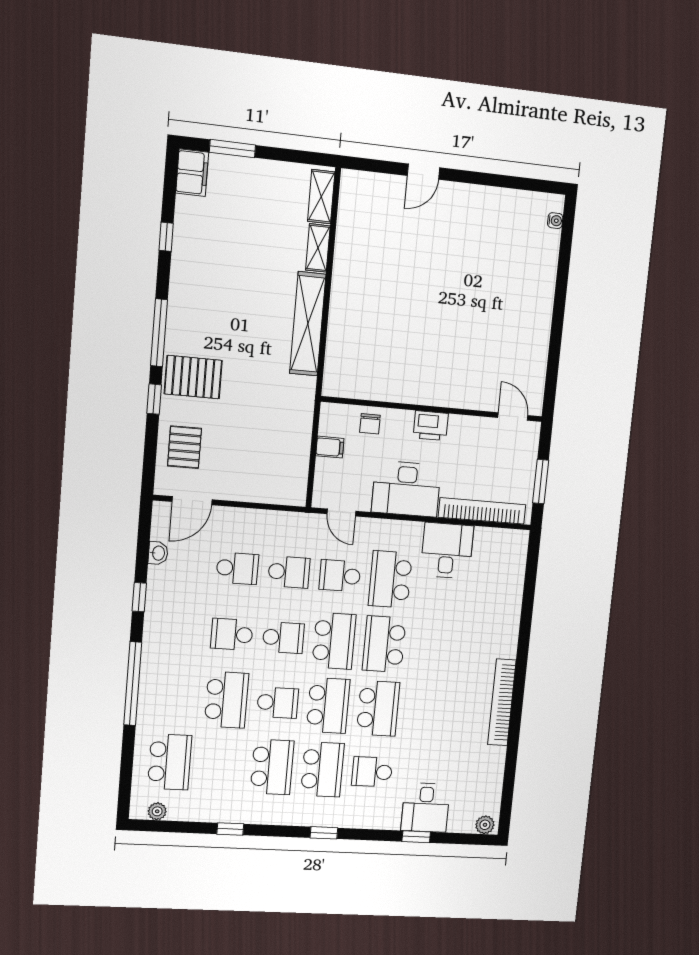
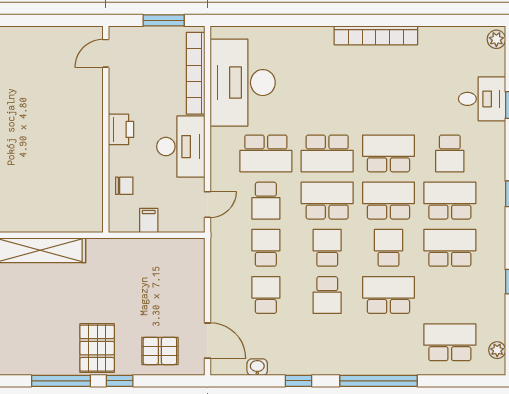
desk: (447, 551) -> (243, 83), width x1.87, depth x1.30

